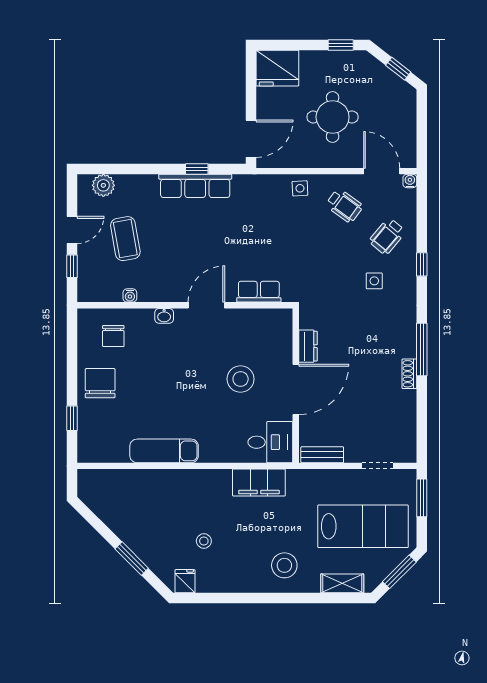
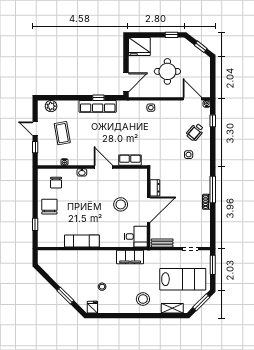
wheelchair: (344, 206) -> (173, 116), removed
door: (72, 230) -> (35, 129), swing flipped
window: (422, 264) -> (213, 121), moved
door: (206, 305) -> (103, 167), hinge flipped

